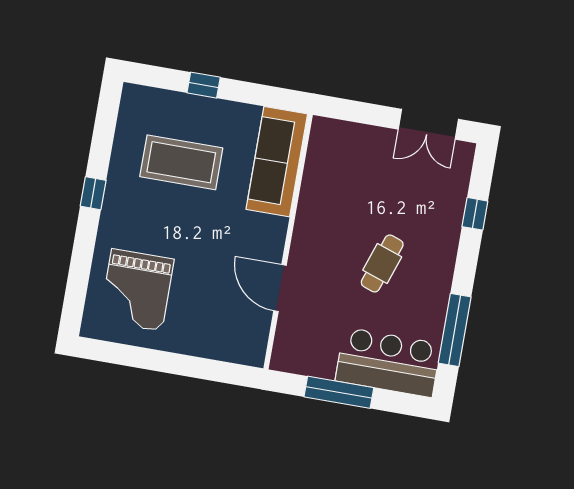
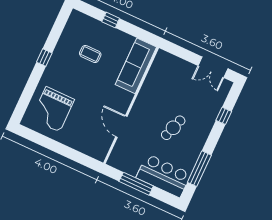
coffee table: (181, 162) -> (90, 54), width x0.54, depth x0.58

